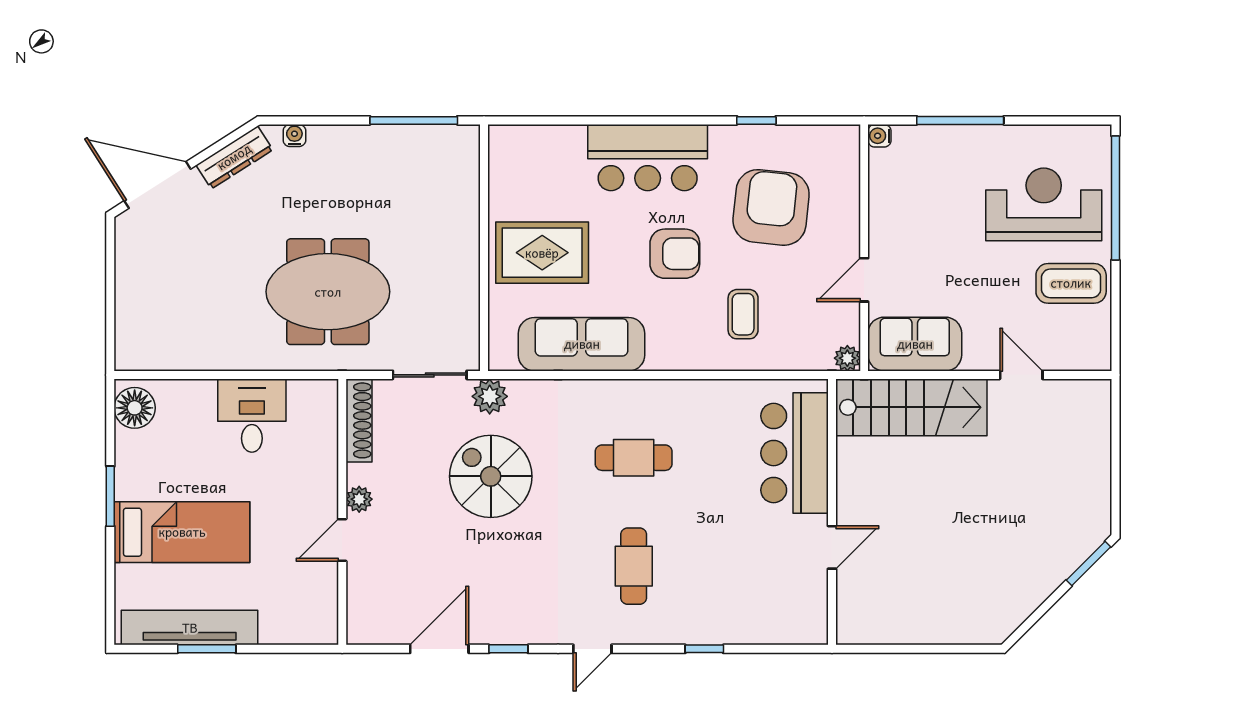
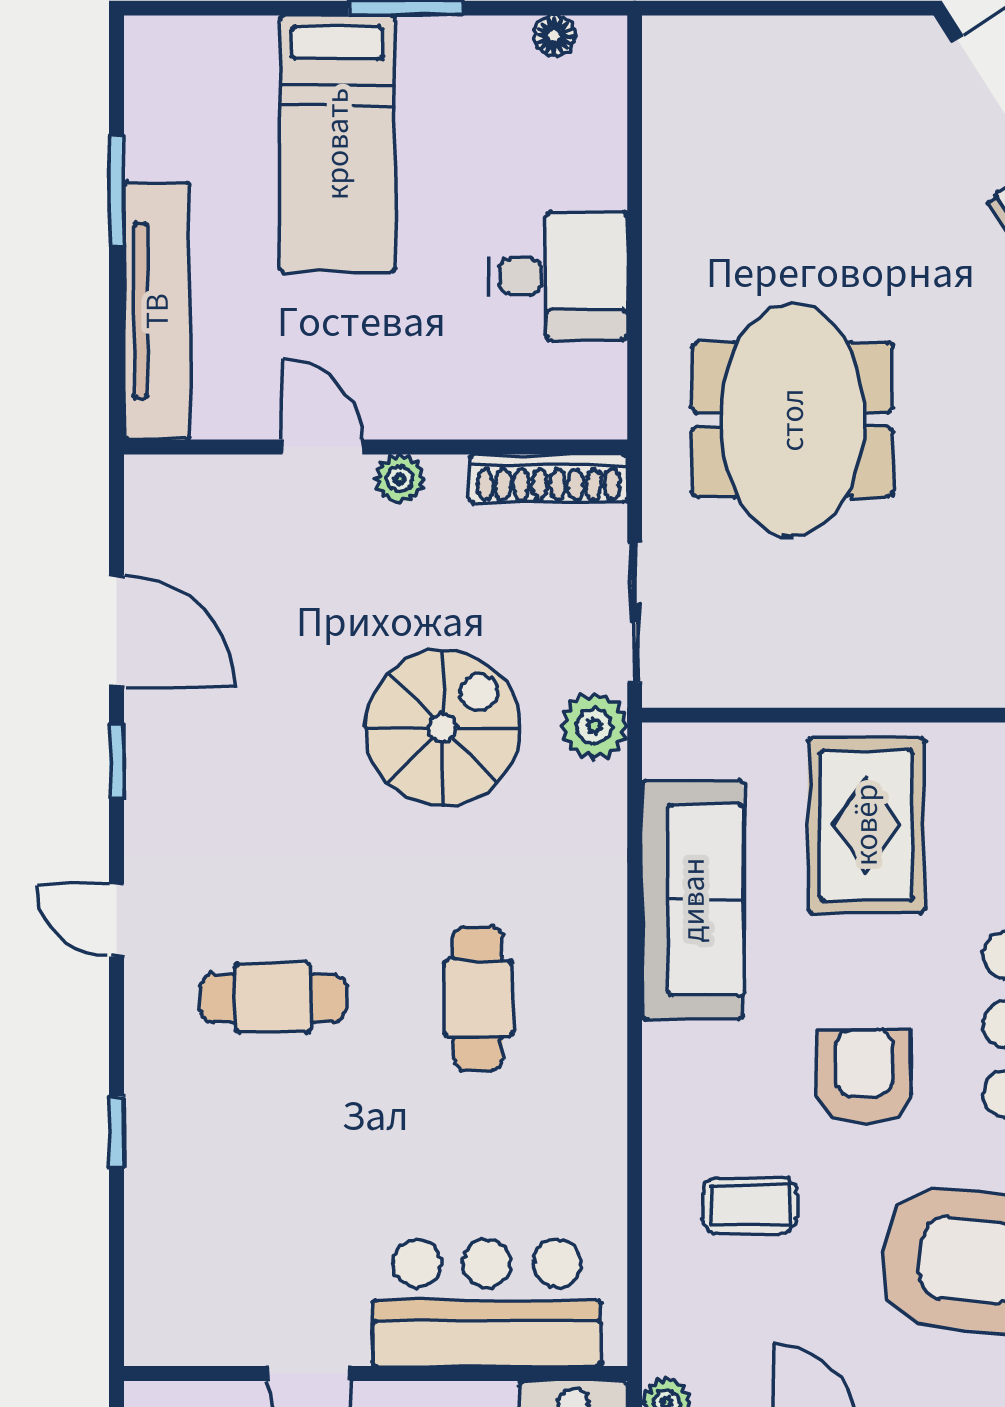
armchair: (675, 254) -> (864, 1076), turned 180
floor lamp: (135, 408) -> (554, 36), width x0.53, depth x0.53
tv unit: (190, 628) -> (157, 311), moved

